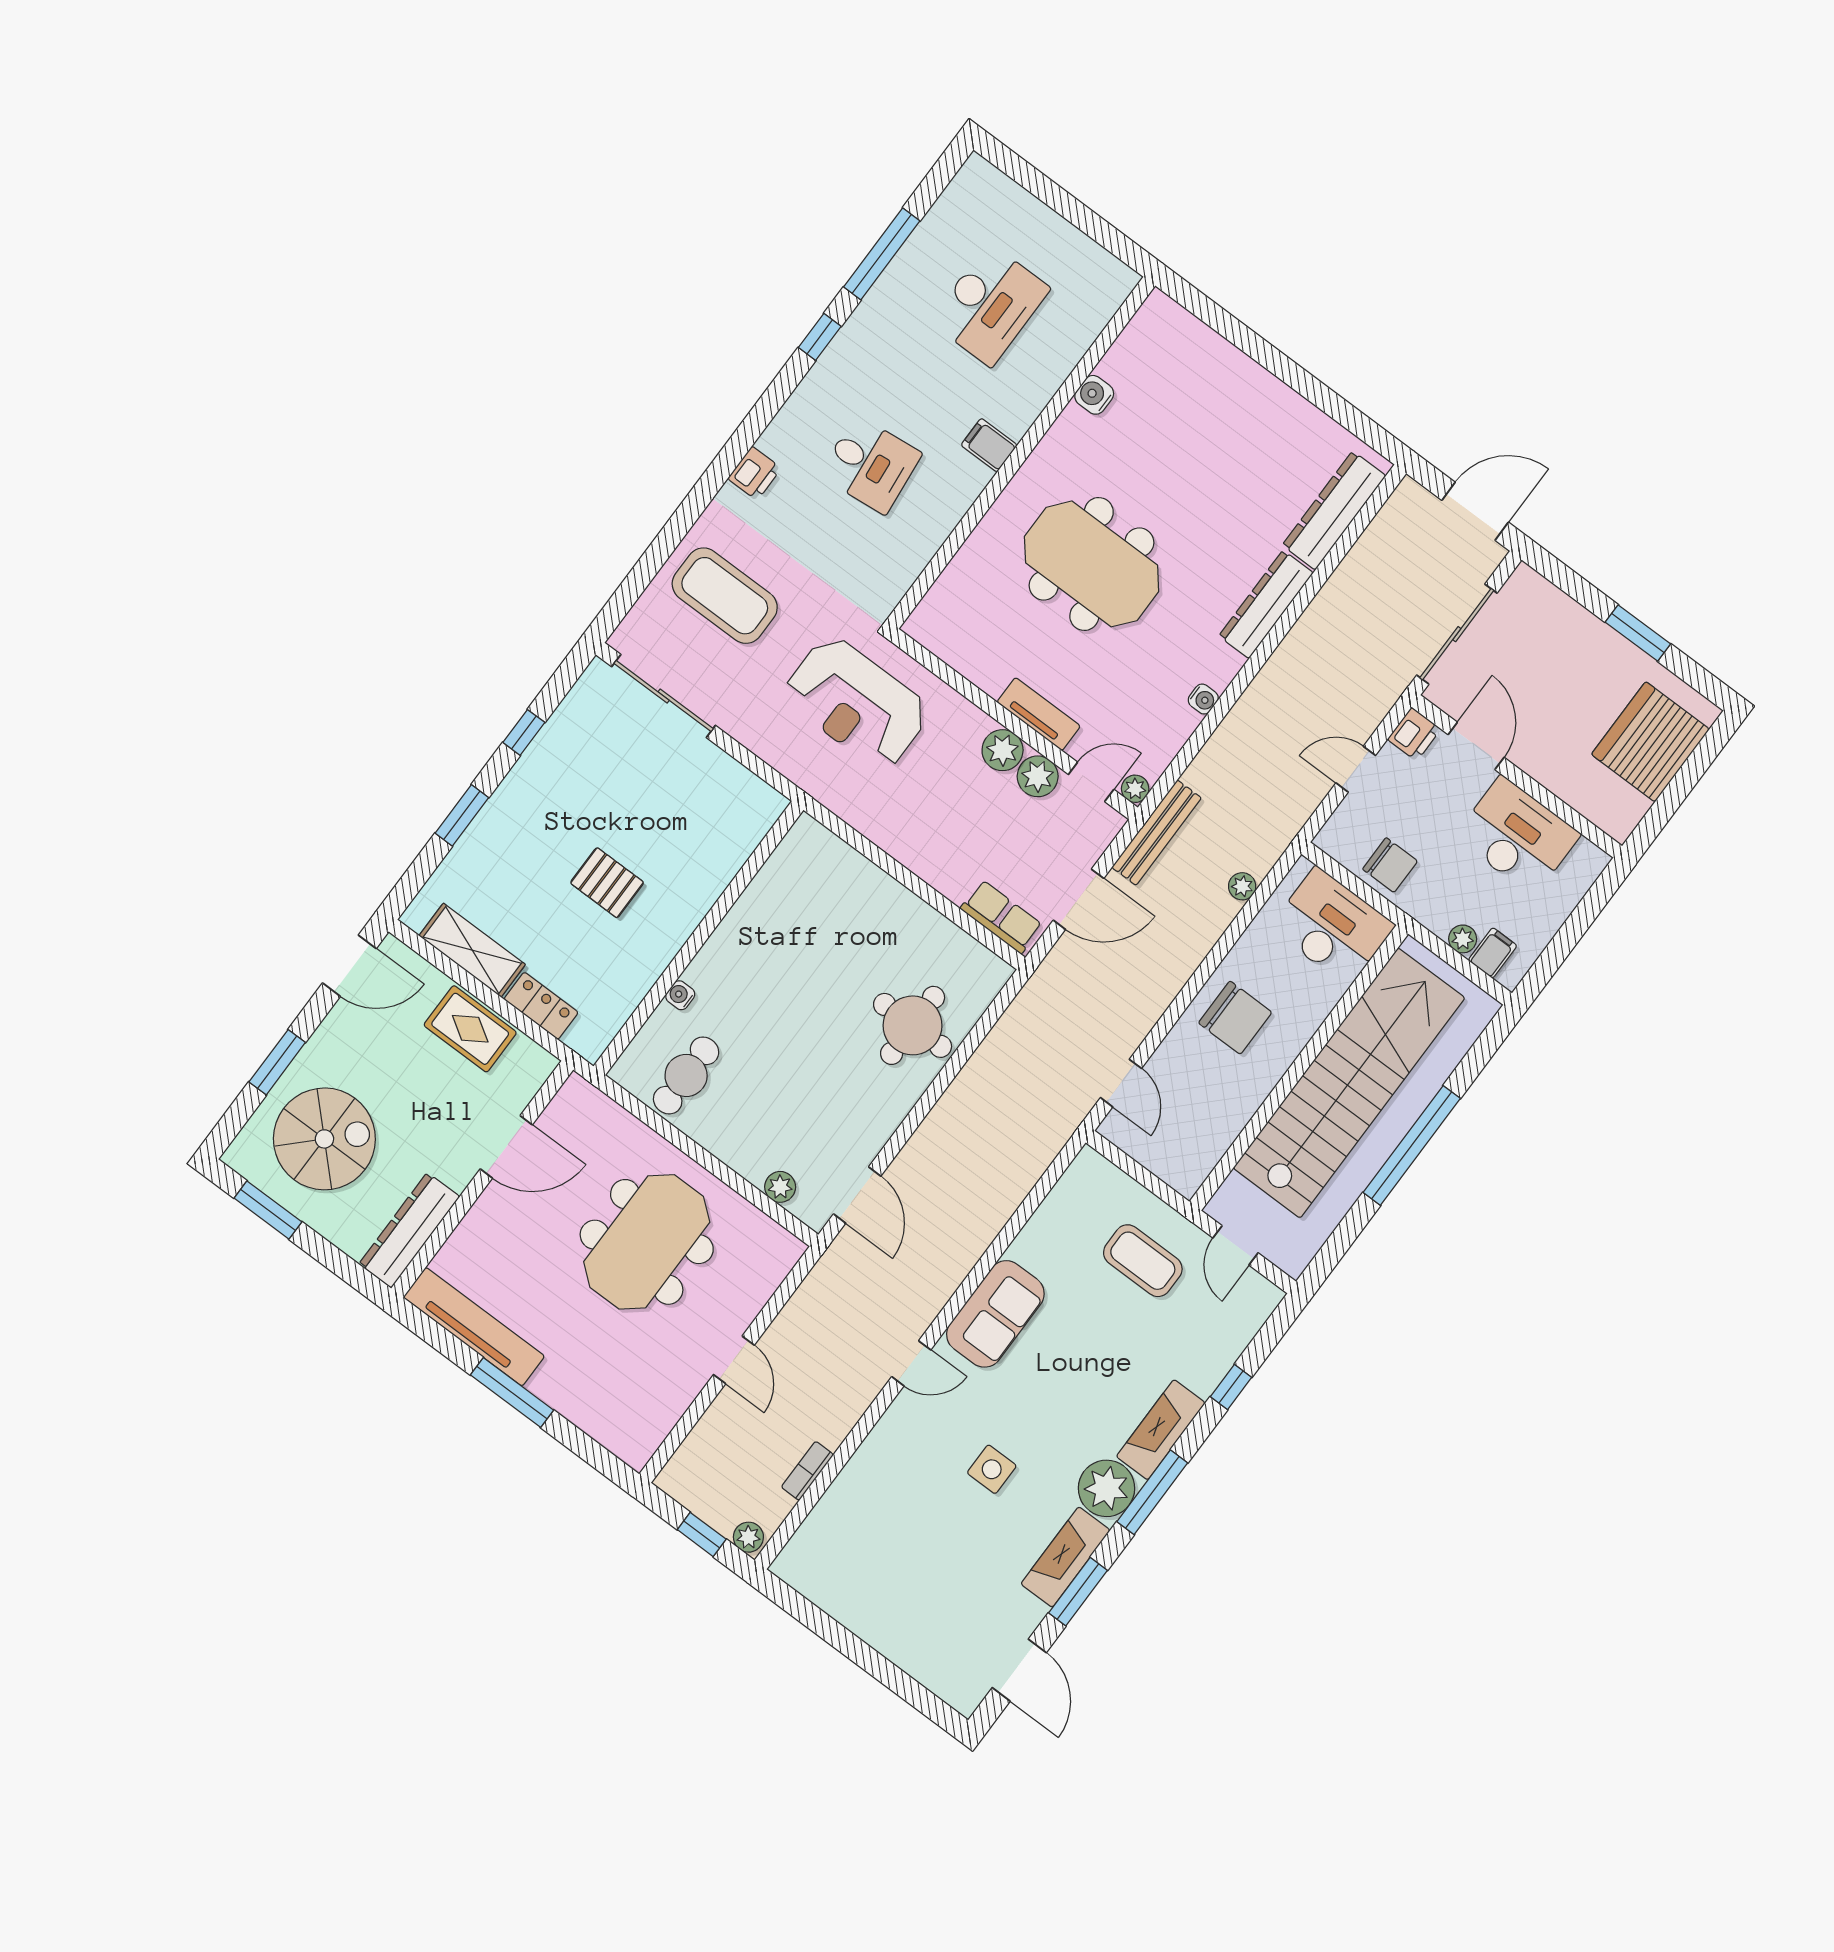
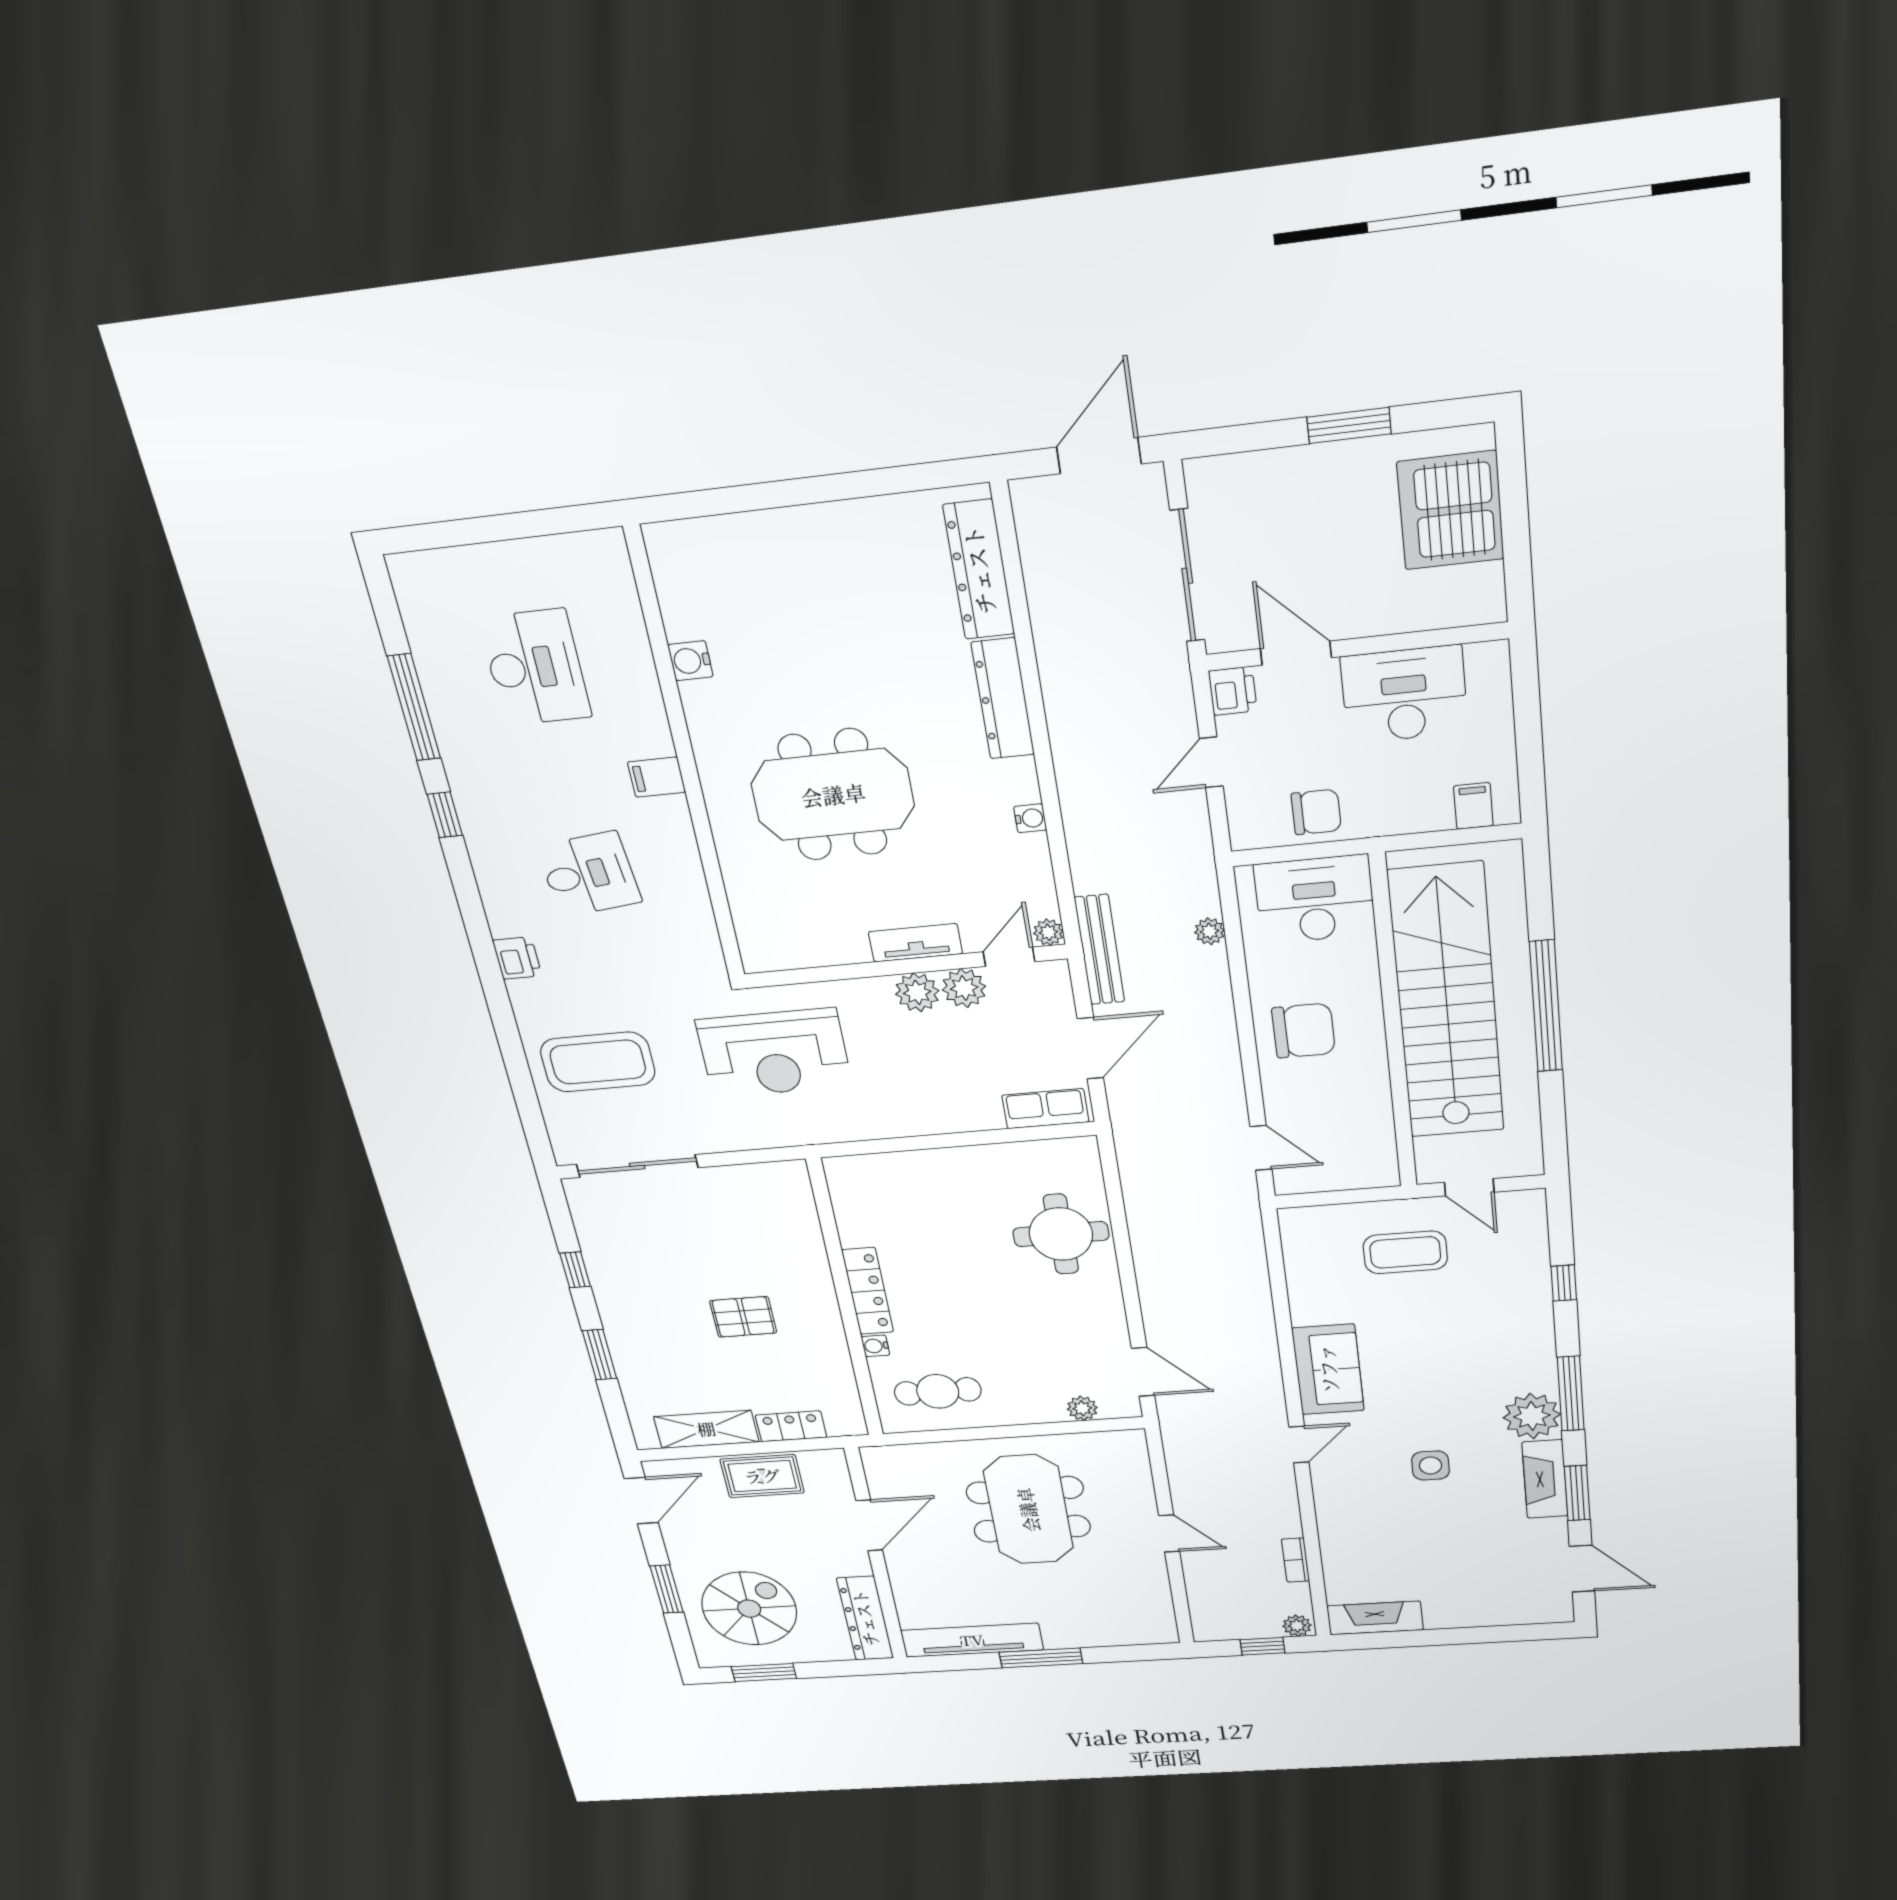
plant: (1463, 939) -> (1436, 817), removed
locker: (723, 945) -> (868, 1291), added
cafe table: (686, 1075) -> (938, 1391), turned 90
fireplace: (1161, 1430) -> (1375, 1618), moved, turned 90

